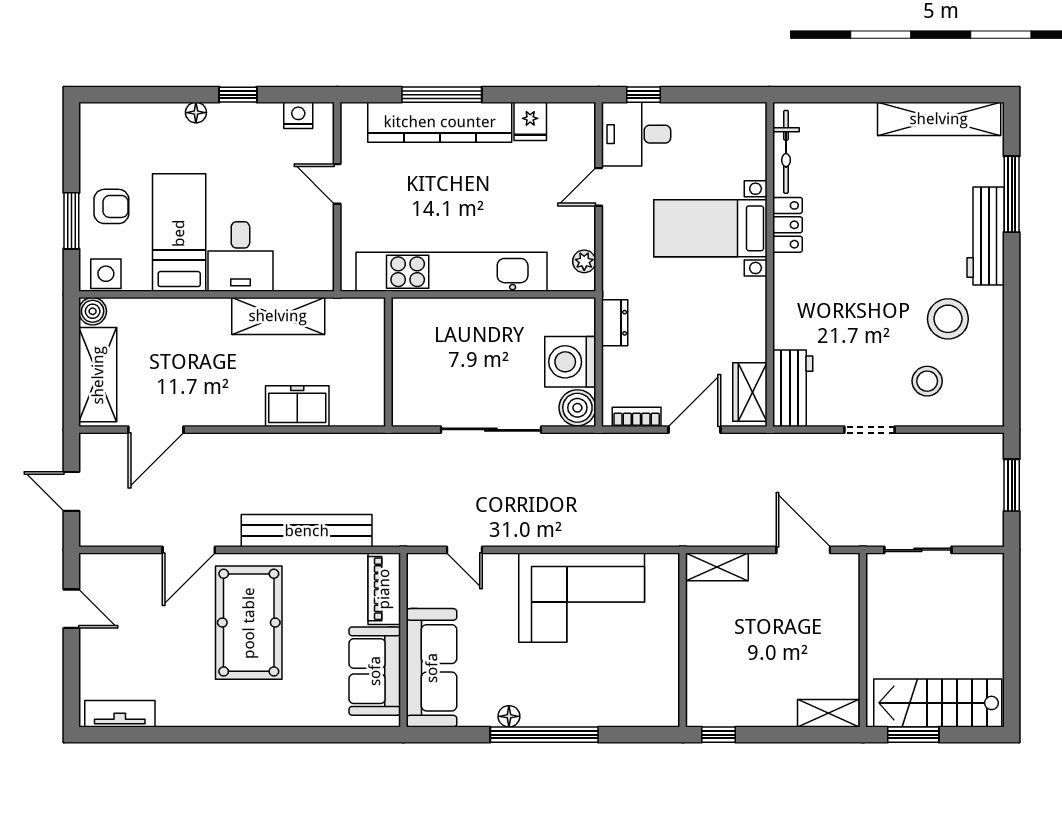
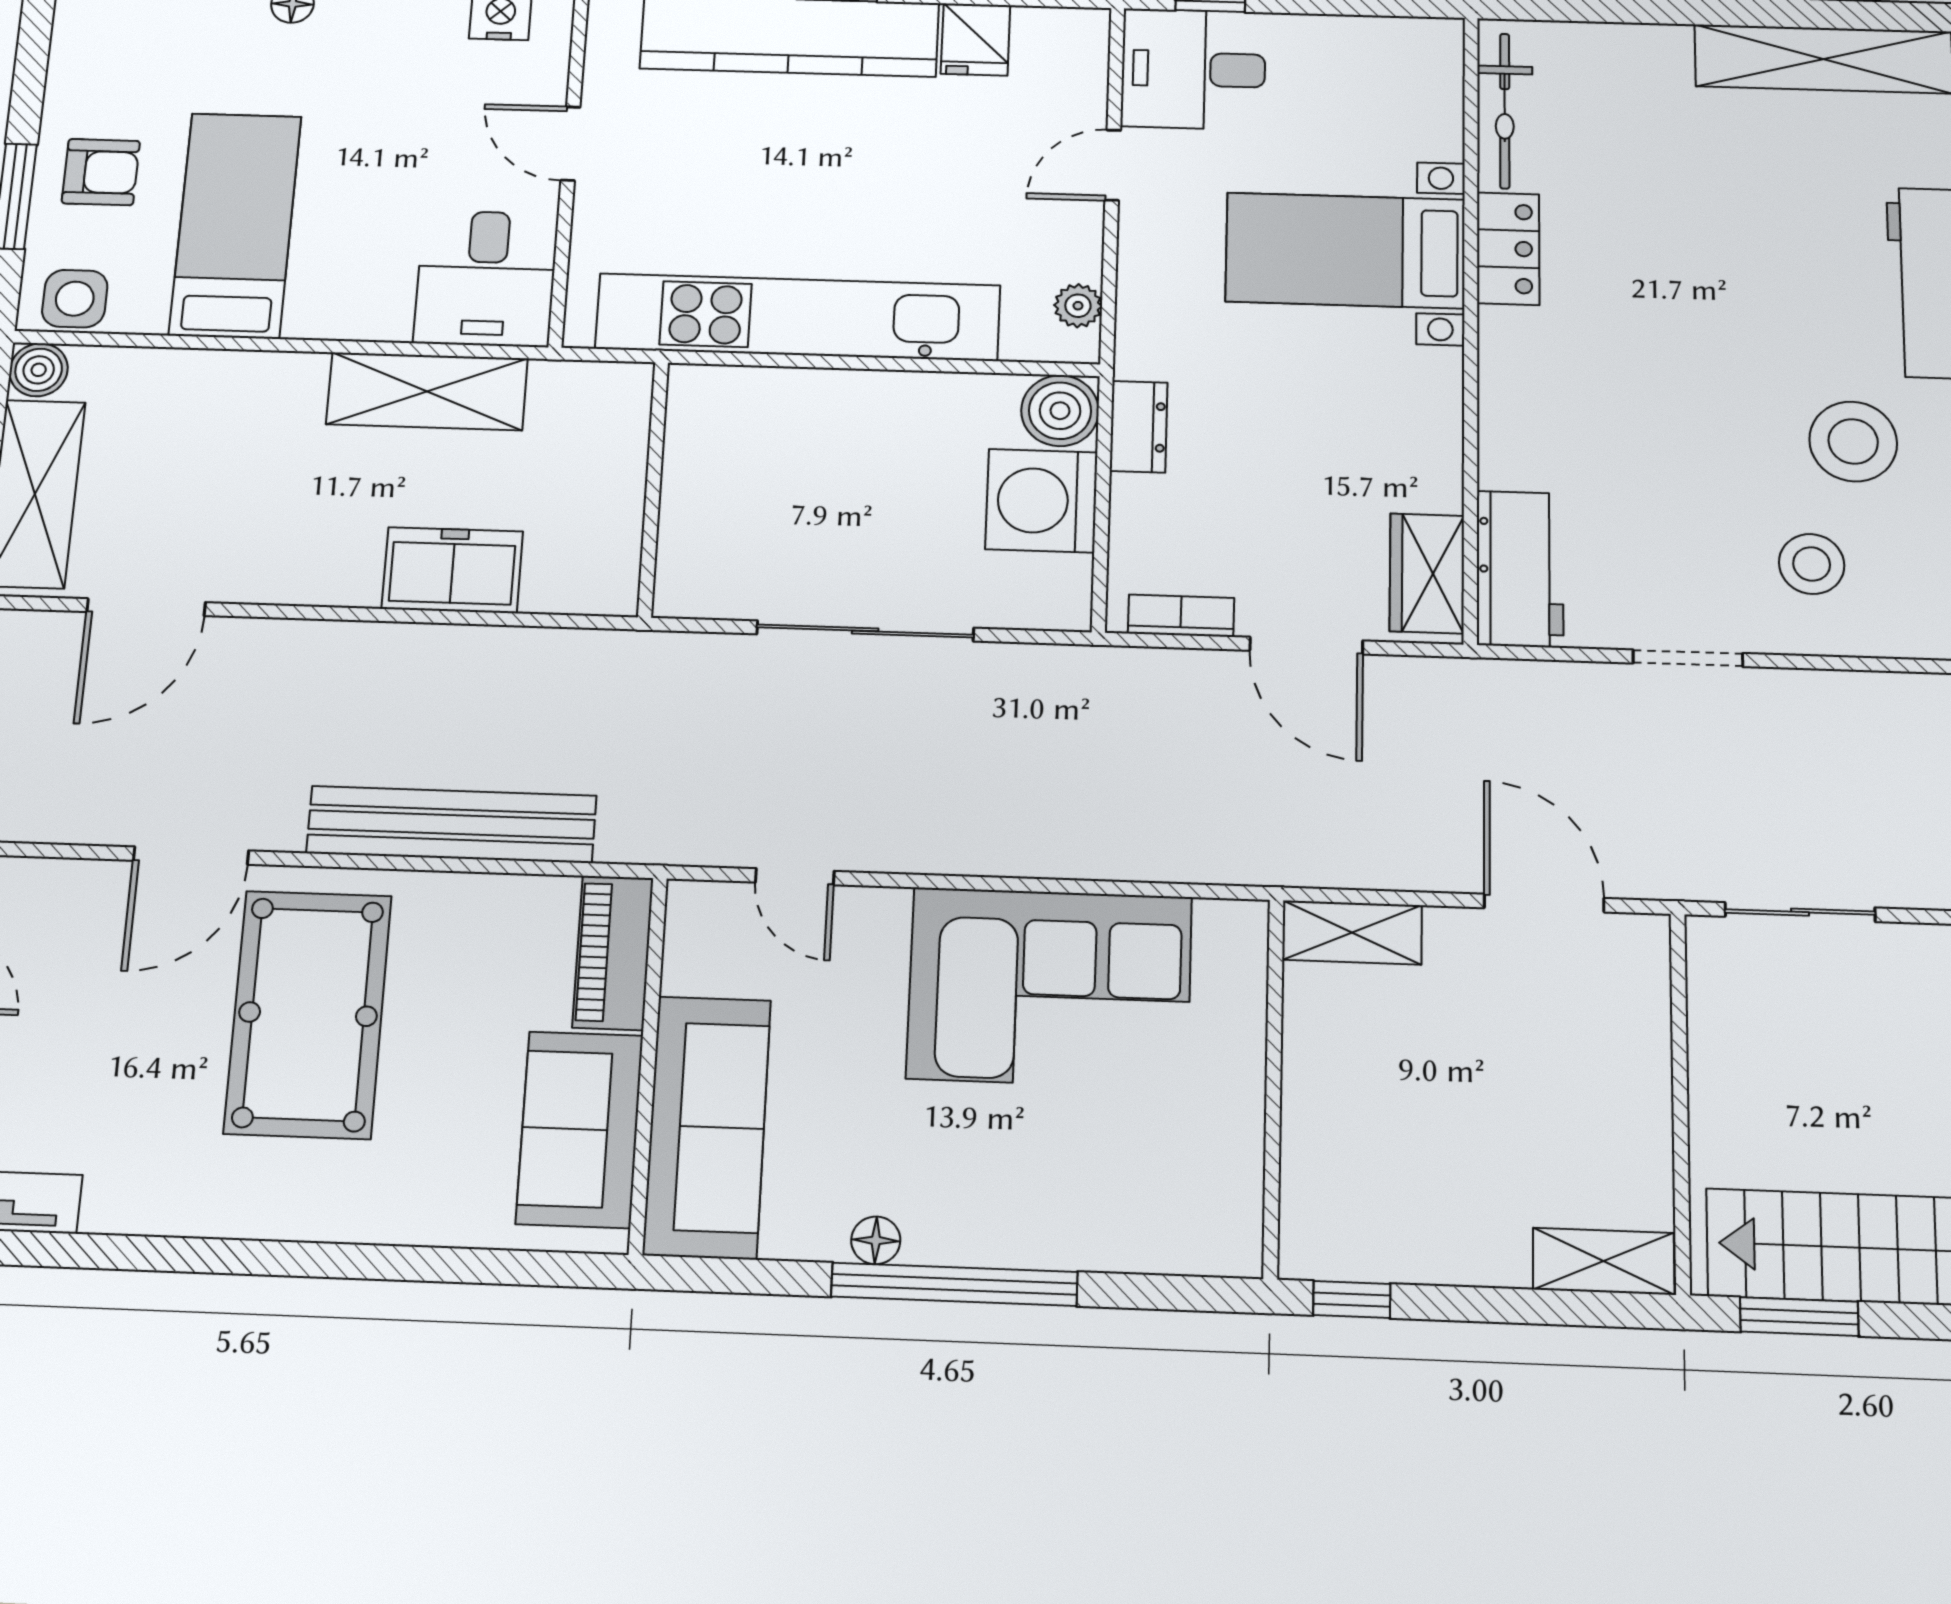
desk: (240, 257) -> (486, 278), moved
boiler: (577, 408) -> (1060, 411), moved
door: (695, 430) -> (1306, 646), swing flipped

